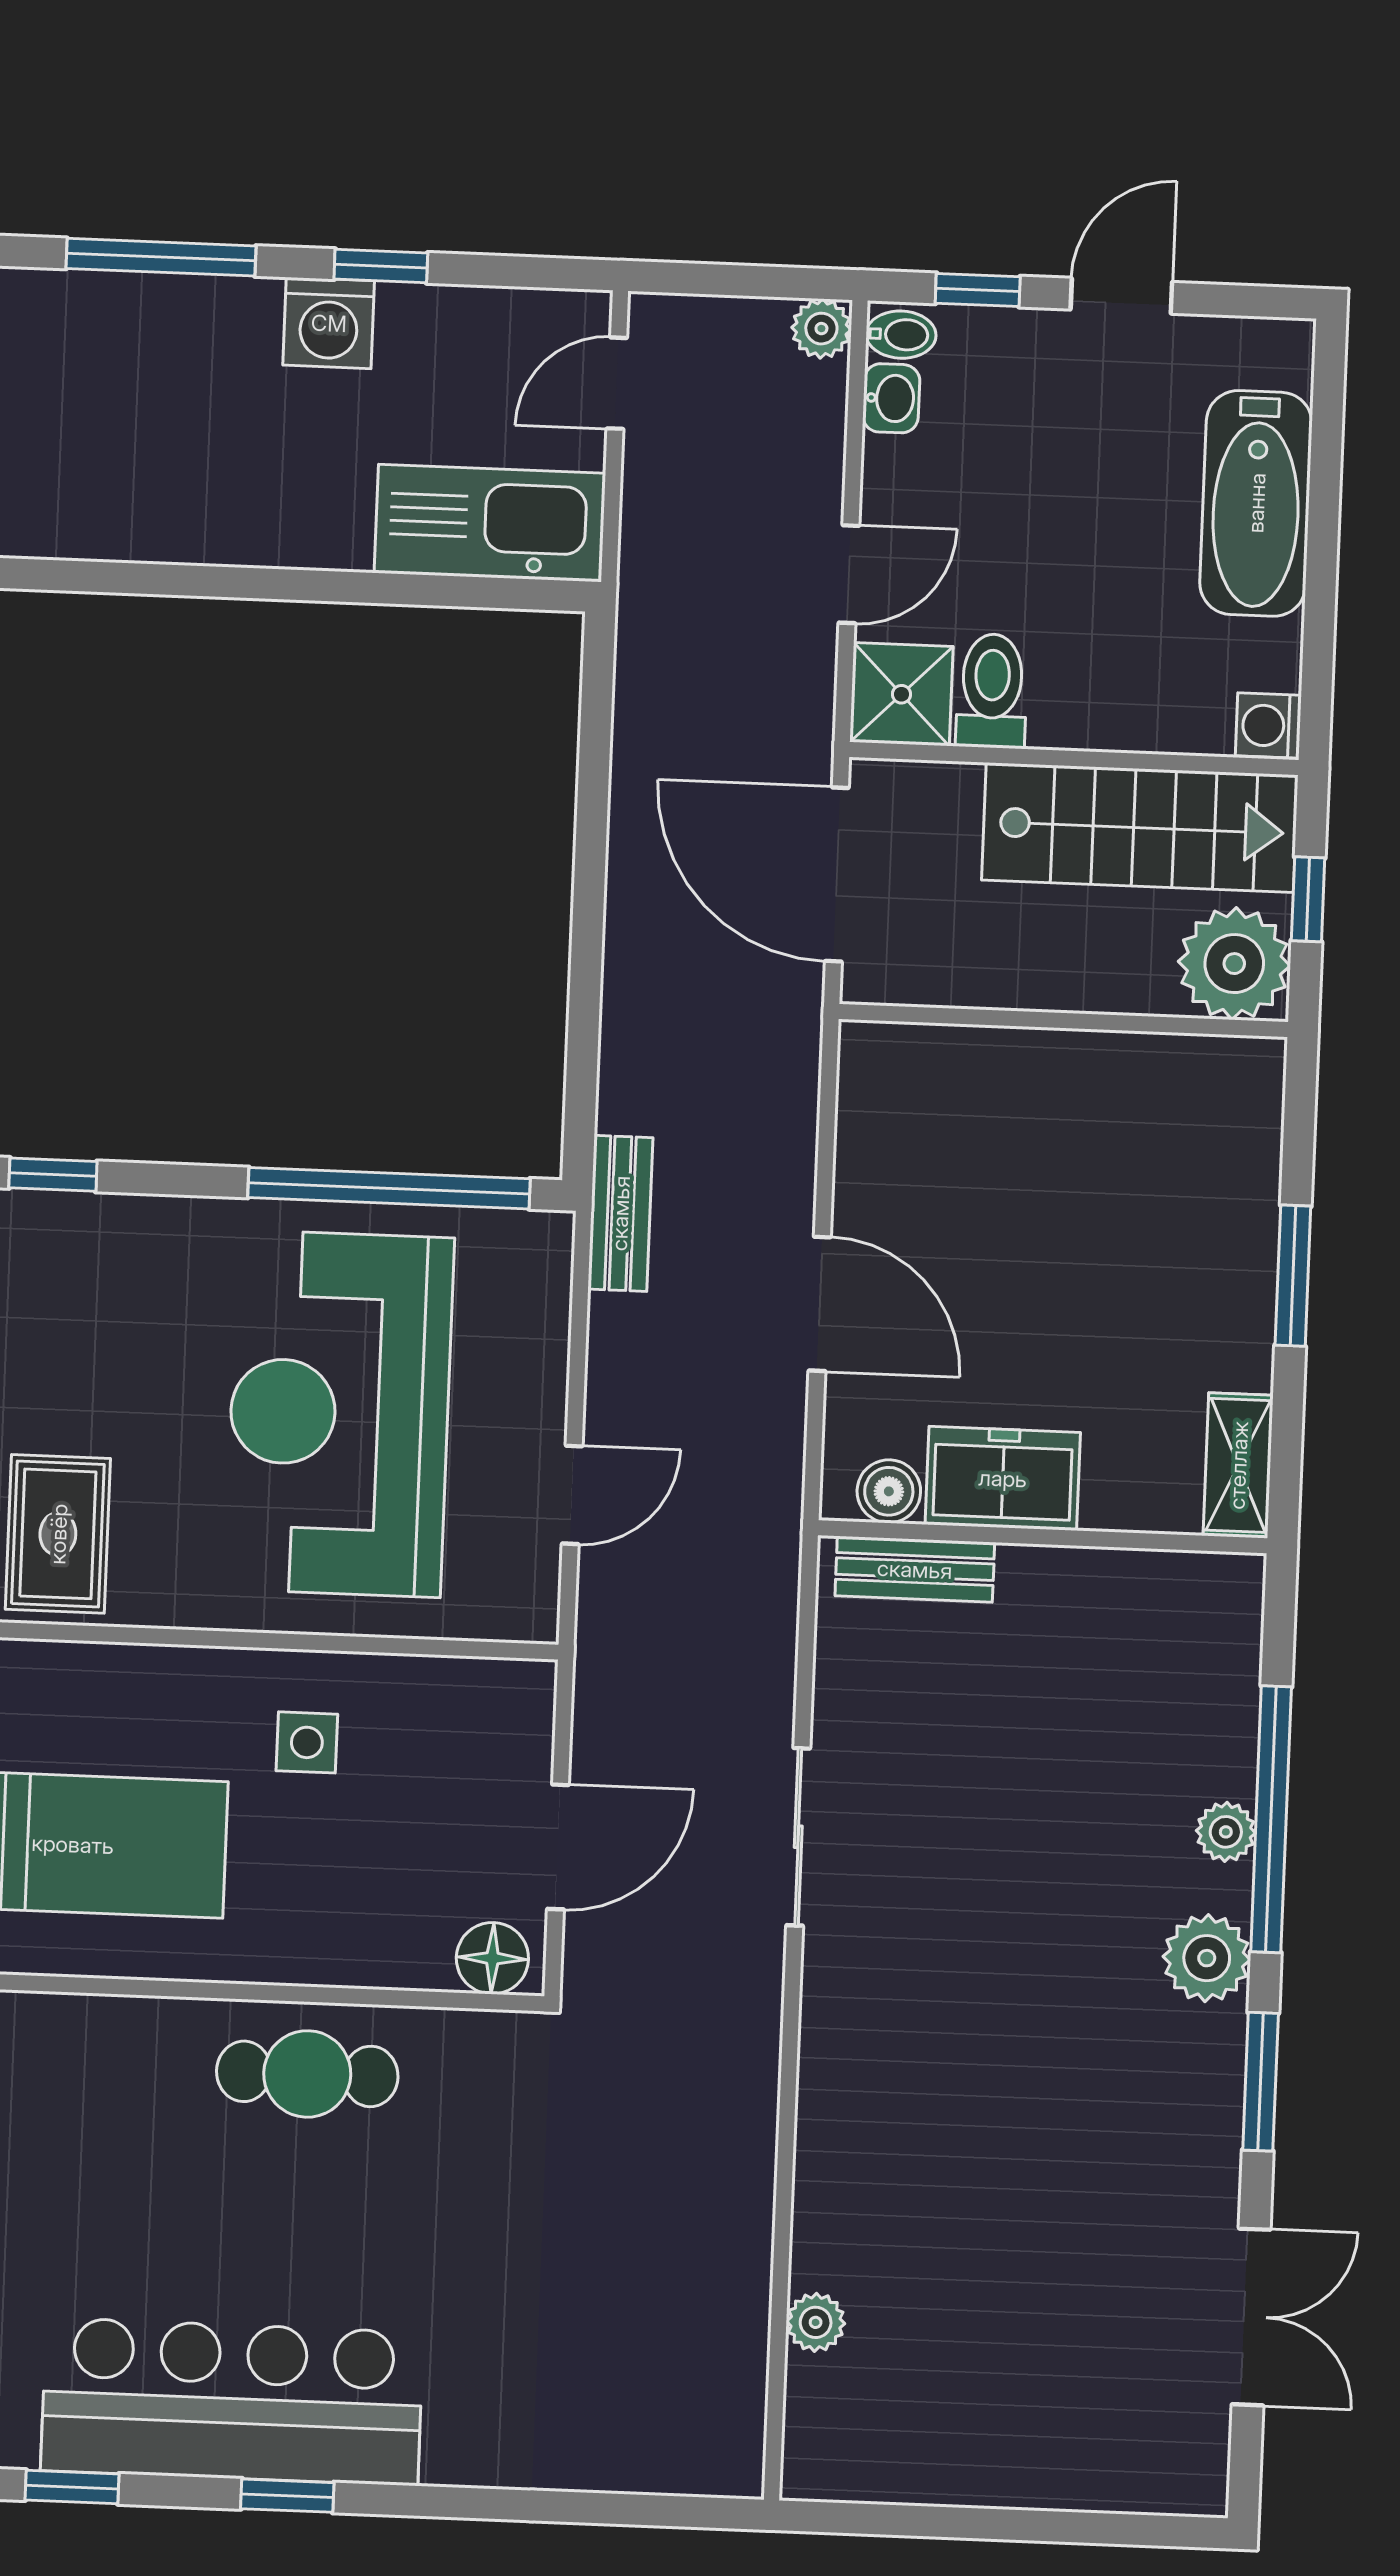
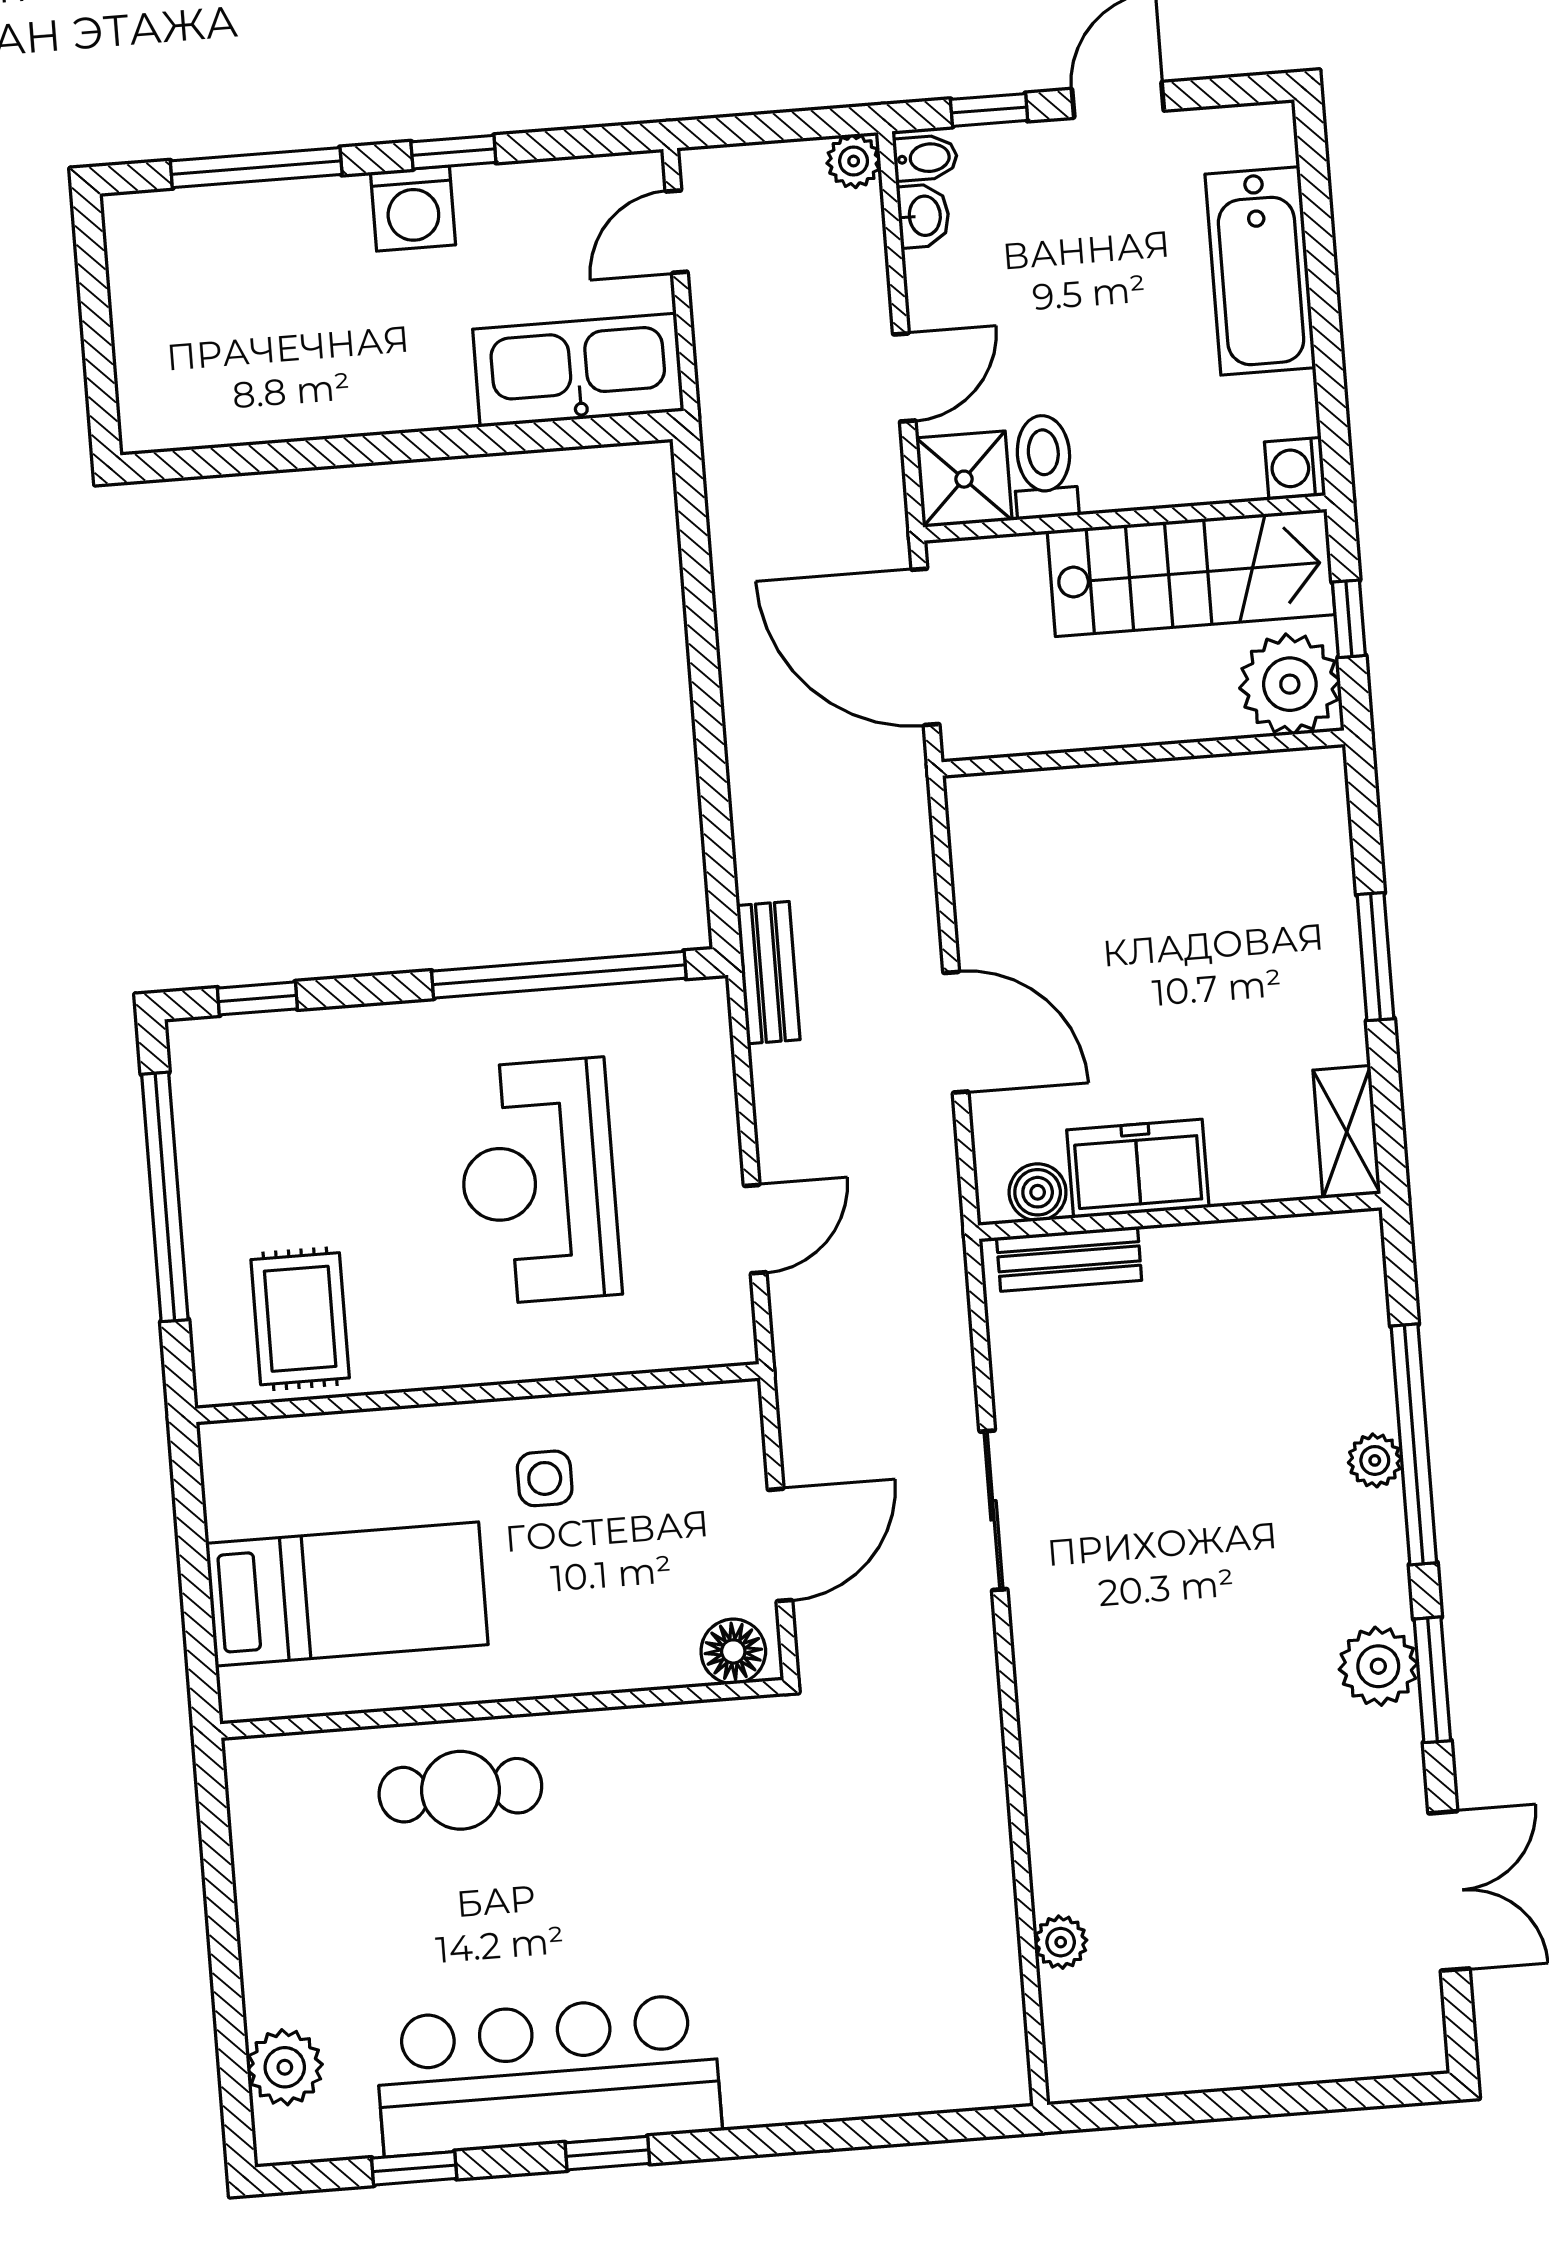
reception desk: (339, 1414) -> (538, 1181), width x0.74, depth x0.77
plant: (1207, 1958) -> (1378, 1666), moved
cafe table: (307, 2074) -> (460, 1790), moved

